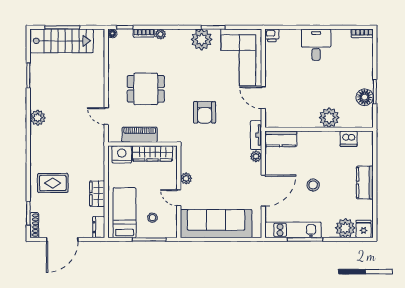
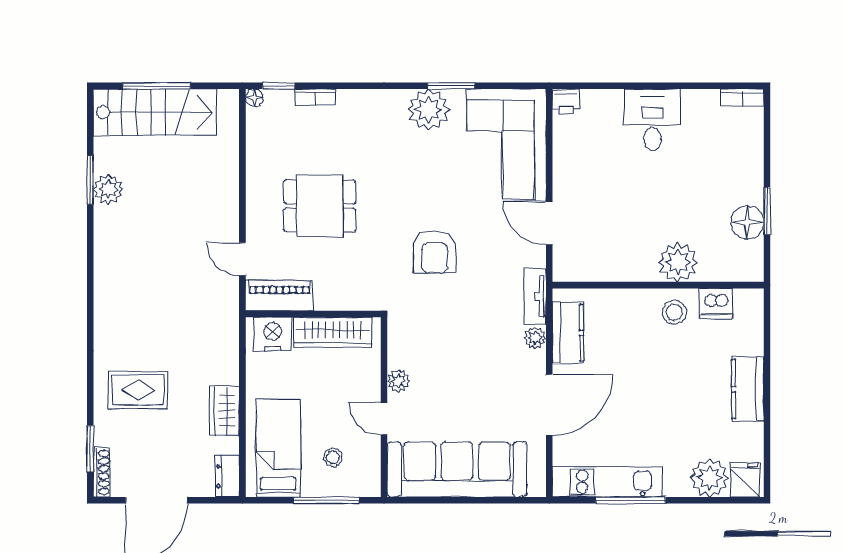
plant: (160, 34) -> (348, 99), removed
plant: (38, 118) -> (108, 189), moved
piano: (140, 135) -> (279, 296), moved
kitchen counter: (281, 139) -> (568, 333), moved, turned -90
stool: (313, 185) -> (674, 312), moved

